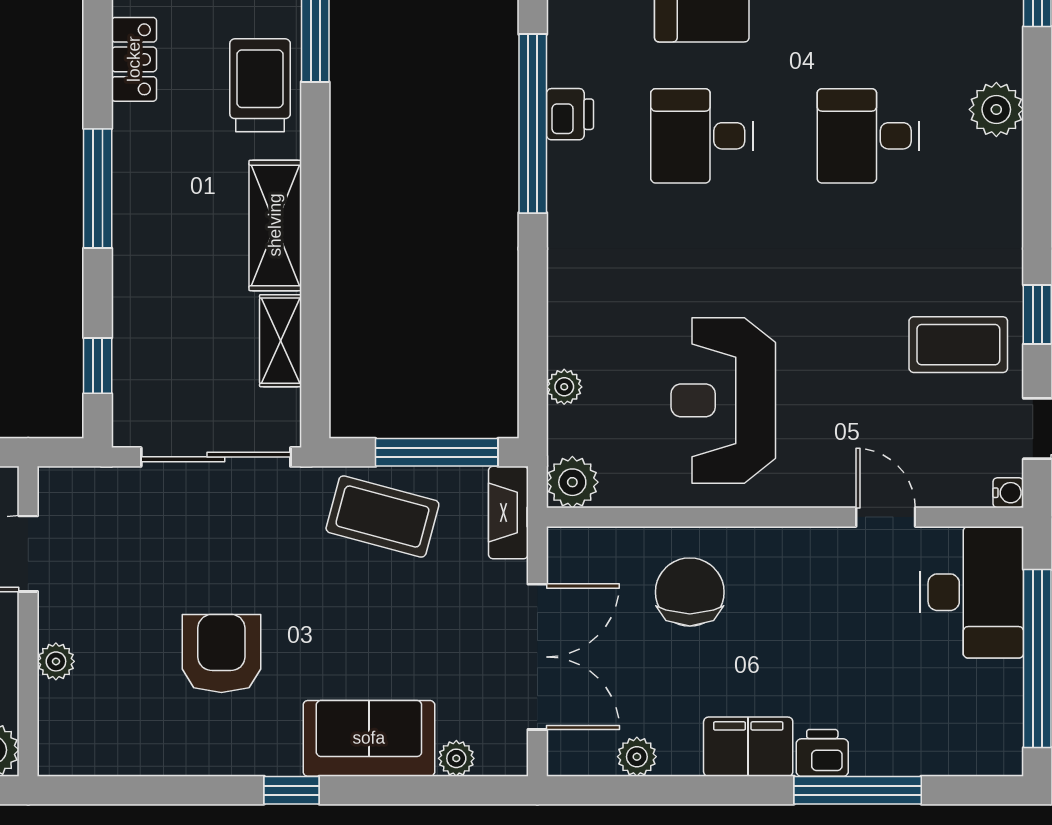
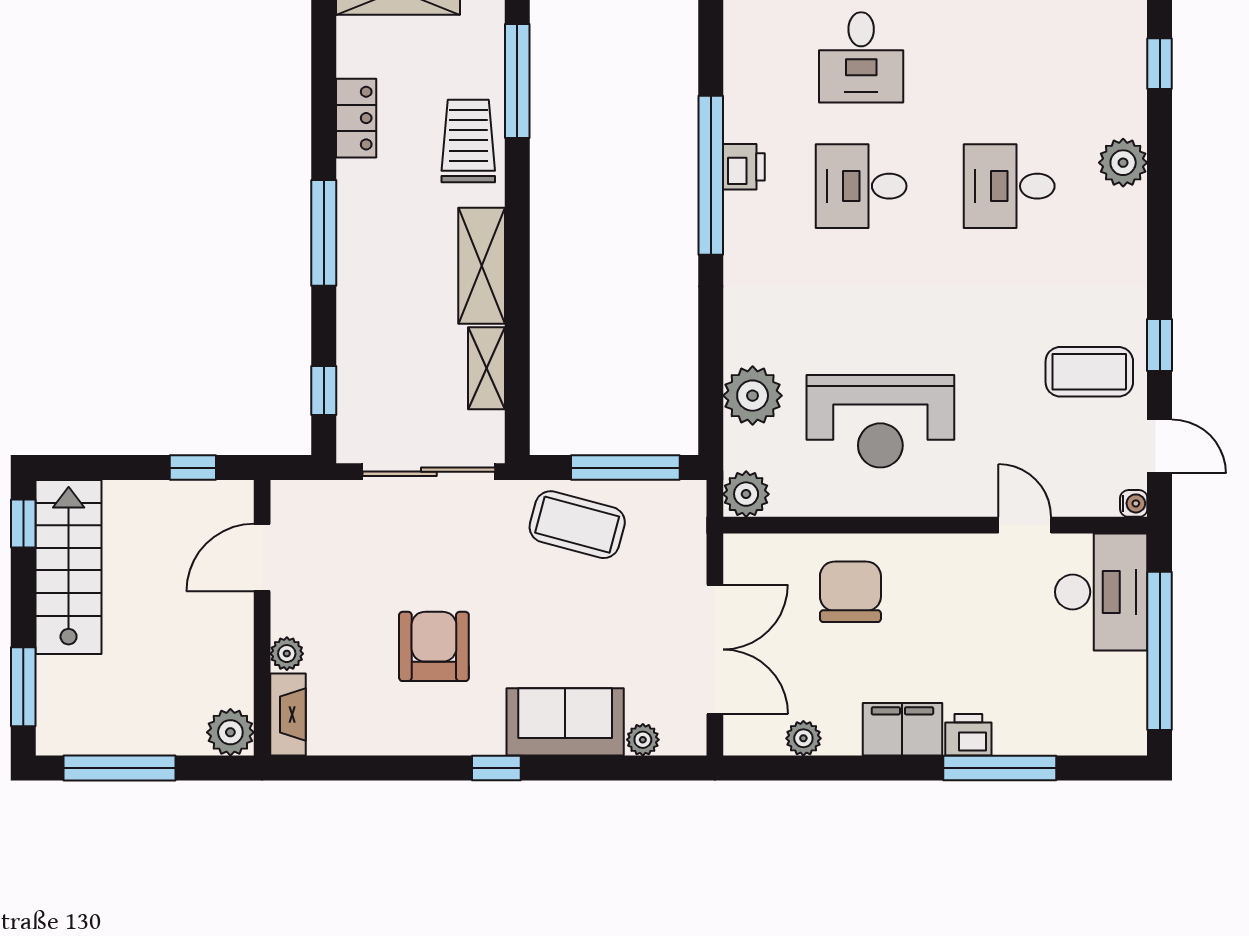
plant: (564, 387) -> (753, 396), width x1.88, depth x1.88
reception desk: (723, 400) -> (880, 421), turned -90
fireplace: (508, 513) -> (288, 715), moved, turned 180

